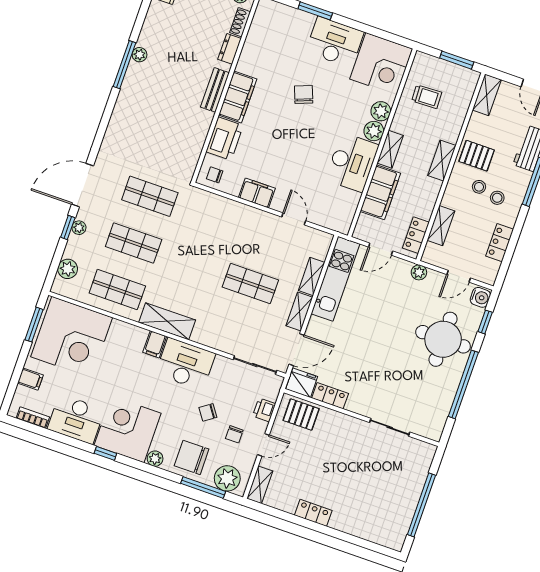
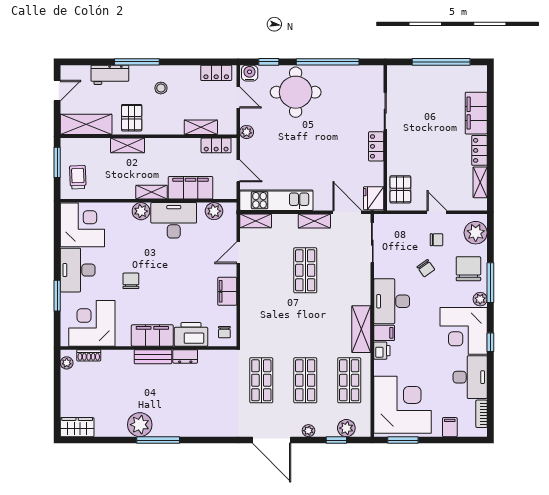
corner desk: (273, 37) -> (92, 323), added
dresser: (230, 49) -> (185, 356), moved
plant: (140, 55) -> (140, 425), width x1.87, depth x1.87
chair: (304, 95) -> (131, 281), turned 111
shelving: (487, 95) -> (86, 124), width x1.50, depth x1.33
trolley: (427, 97) -> (78, 177), moved
plant: (381, 111) -> (214, 211), moved
shelving: (442, 161) -> (128, 145), moved
stool: (479, 187) -> (157, 107), removed
window: (68, 227) -> (336, 440), moved
locker: (500, 243) -> (216, 73), moved
shelving: (312, 276) -> (256, 221), moved
locker: (330, 396) -> (376, 146), moved
printer: (264, 410) -> (382, 351), moved, turned -90
chair: (192, 457) -> (468, 269), turned 180
shelving: (260, 485) -> (480, 182), moved, turned 90
window: (203, 487) -> (490, 283), moved
filing cabinet: (354, 523) -> (476, 113), added

